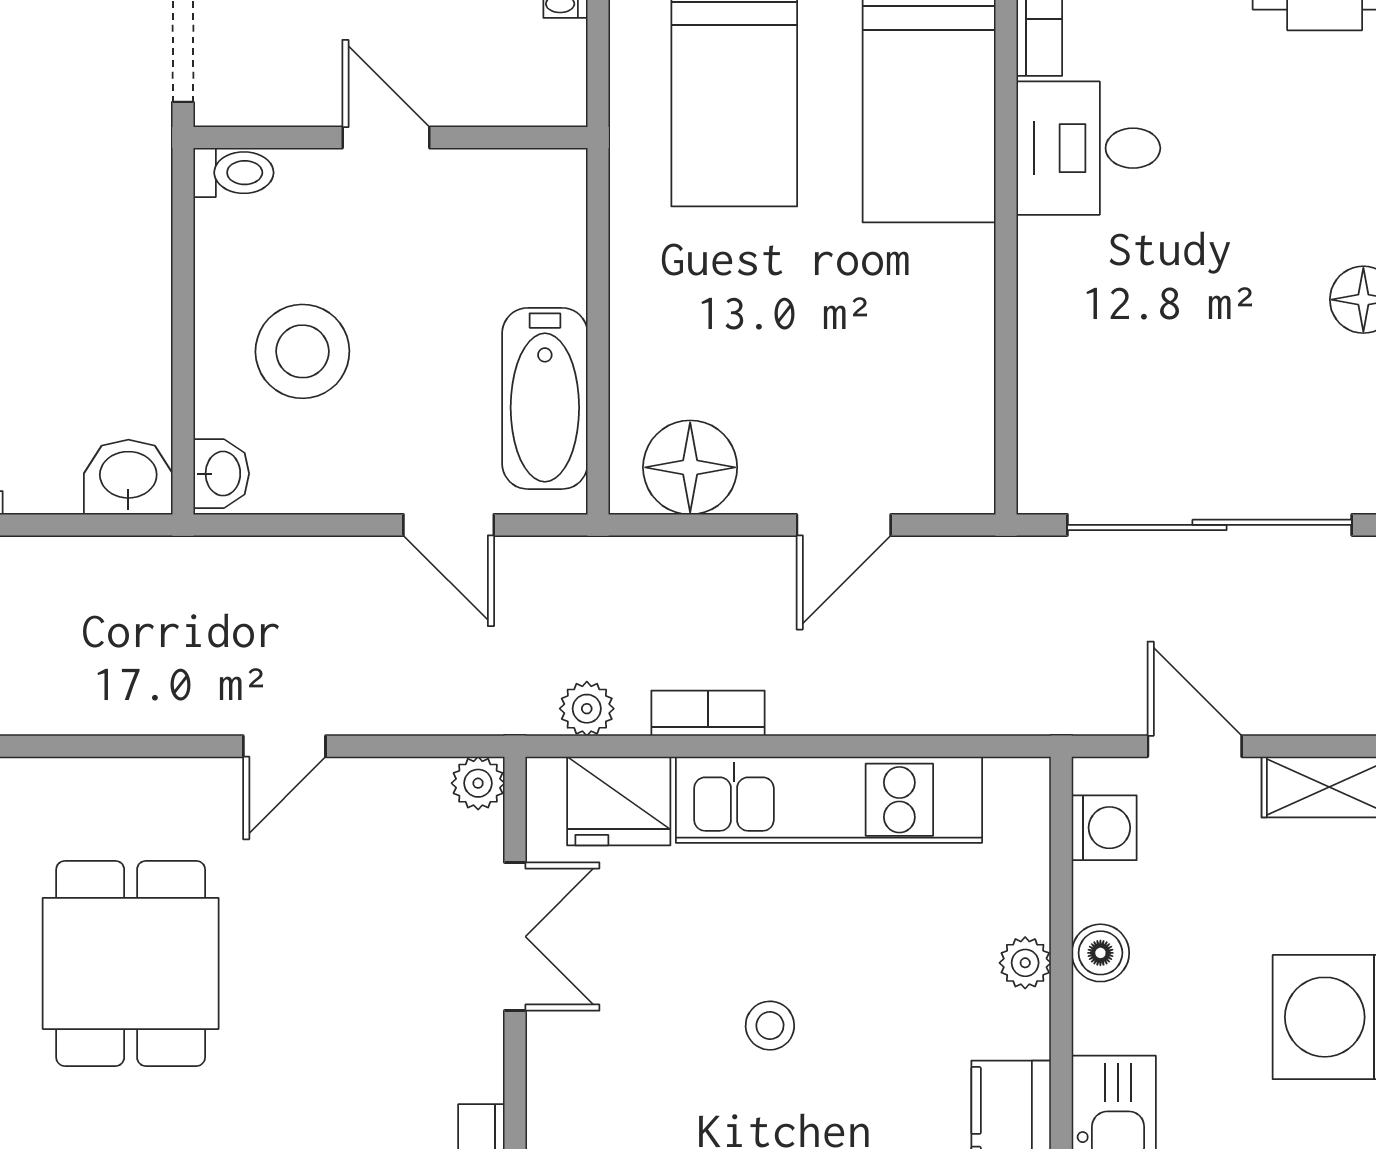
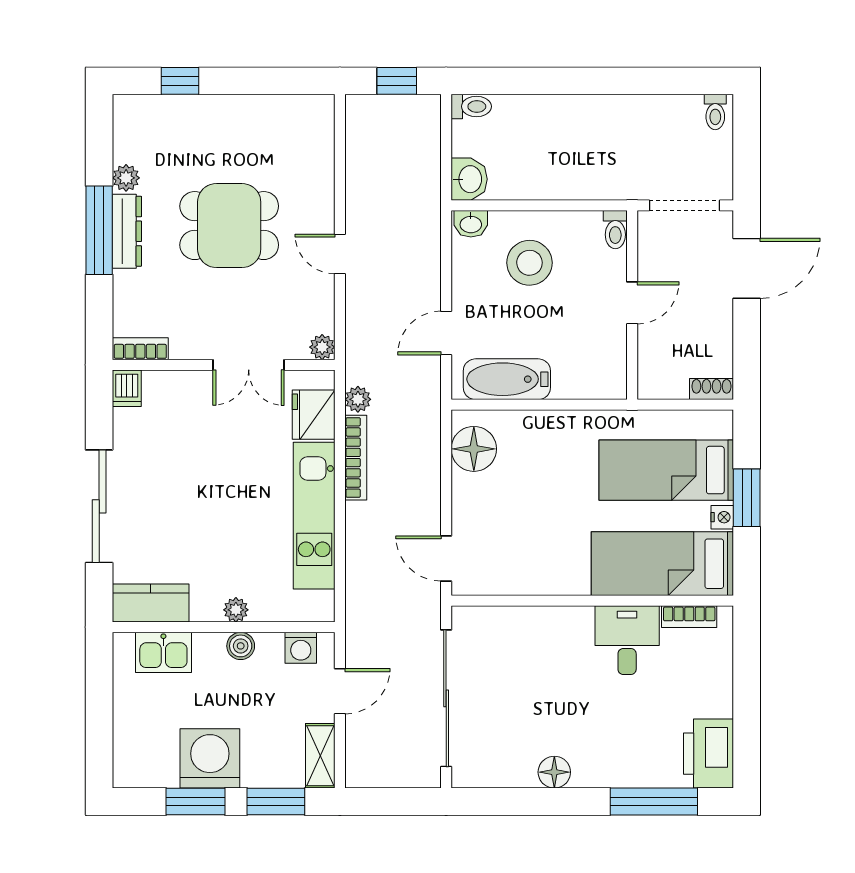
door: (844, 525) -> (446, 559), moved
bookcase: (708, 713) -> (356, 458), width x1.56
dining table: (131, 963) -> (229, 226), moved
stool: (770, 1026) -> (206, 487), removed

